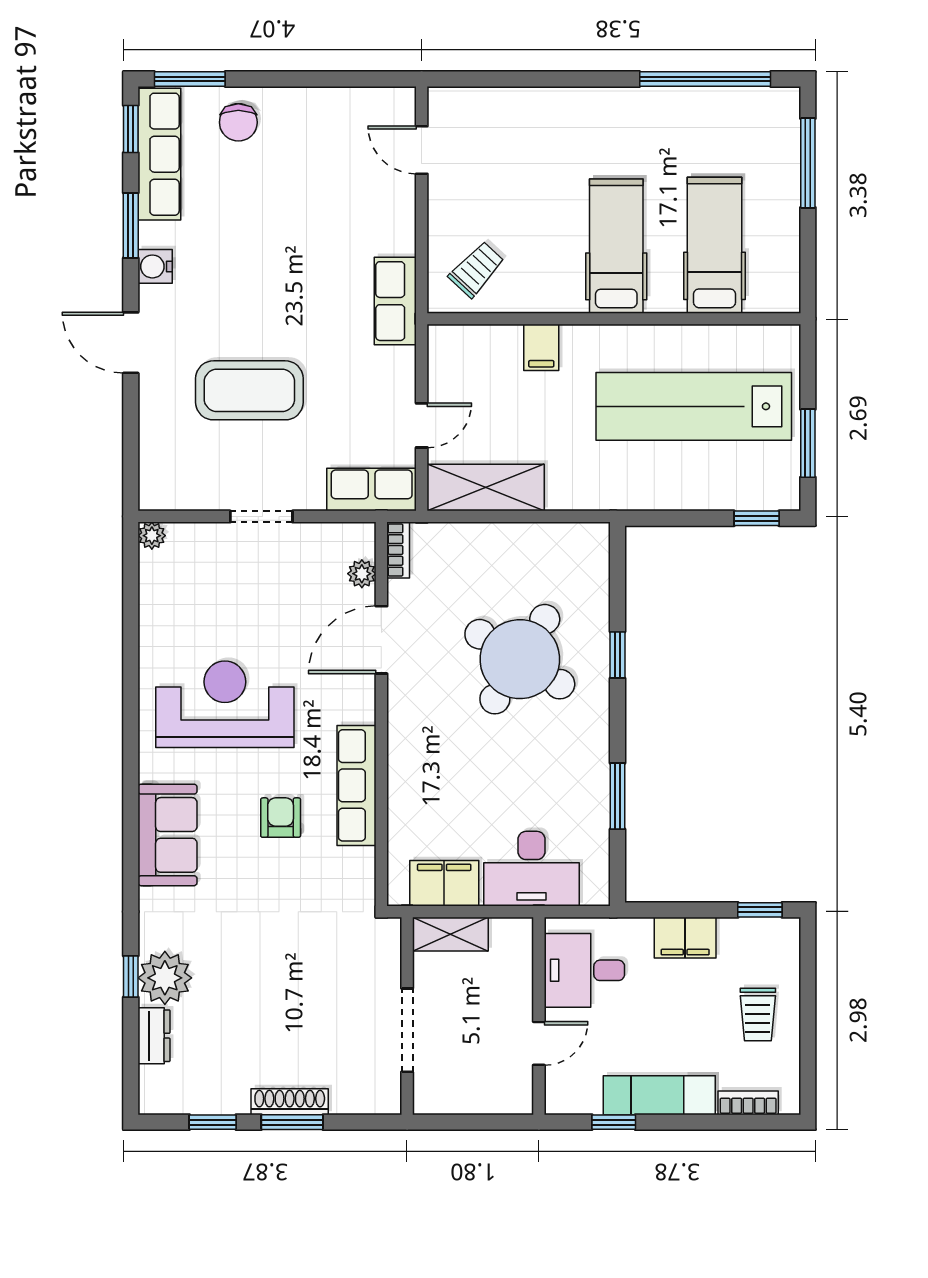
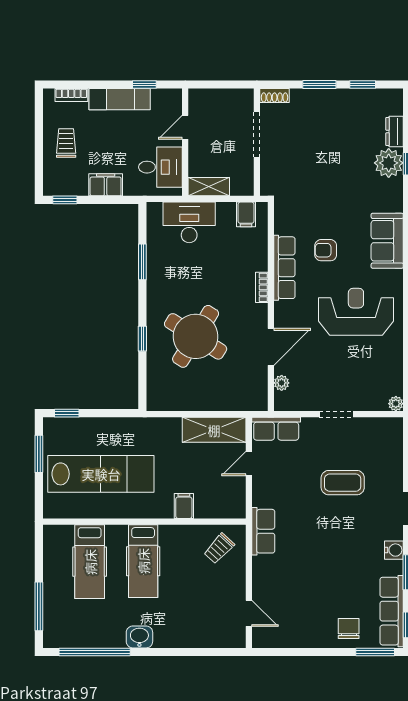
washbasin: (623, 107) -> (139, 637), added
coffee table: (249, 390) -> (343, 483), width x0.73, depth x0.76
bookcase: (398, 550) -> (262, 287), moved
reception desk: (225, 704) -> (356, 312), turned 180
armchair: (281, 818) -> (326, 250), turned 90
filing cabinet: (444, 883) -> (246, 214), width x0.50
shelving: (450, 934) -> (209, 187), moved
shoe rack: (290, 1102) -> (275, 96), moved, width x0.70

